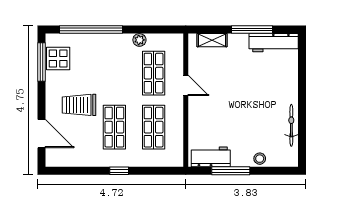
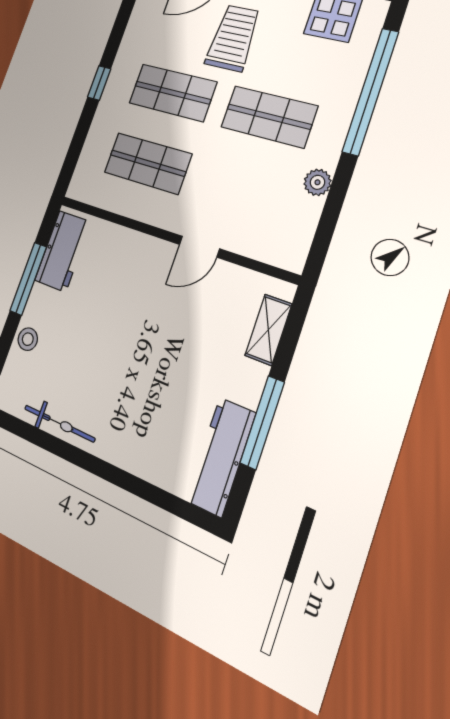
shop shelf: (154, 73) -> (269, 117), moved

